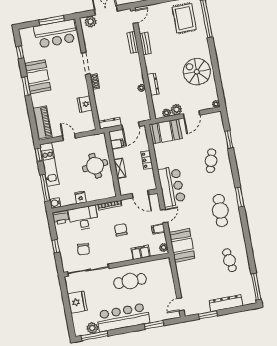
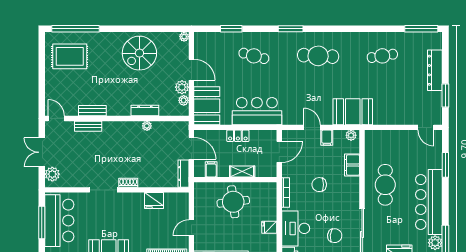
bar counter: (172, 187) -> (257, 111), moved
window: (240, 197) -> (291, 29), moved

